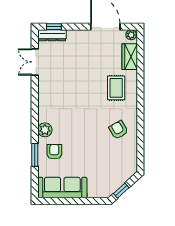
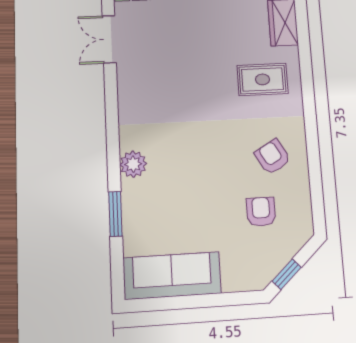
rug: (116, 88) -> (263, 79), turned 90
armchair: (54, 152) -> (261, 212), moved

